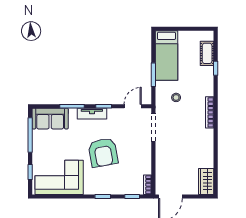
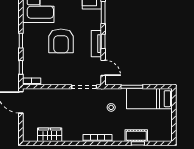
cot: (207, 53) -> (136, 136), moved
tv unit: (92, 114) -> (96, 44), moved
armchair: (103, 153) -> (61, 41), turned -80
wardrobe: (206, 181) -> (50, 135), moved

